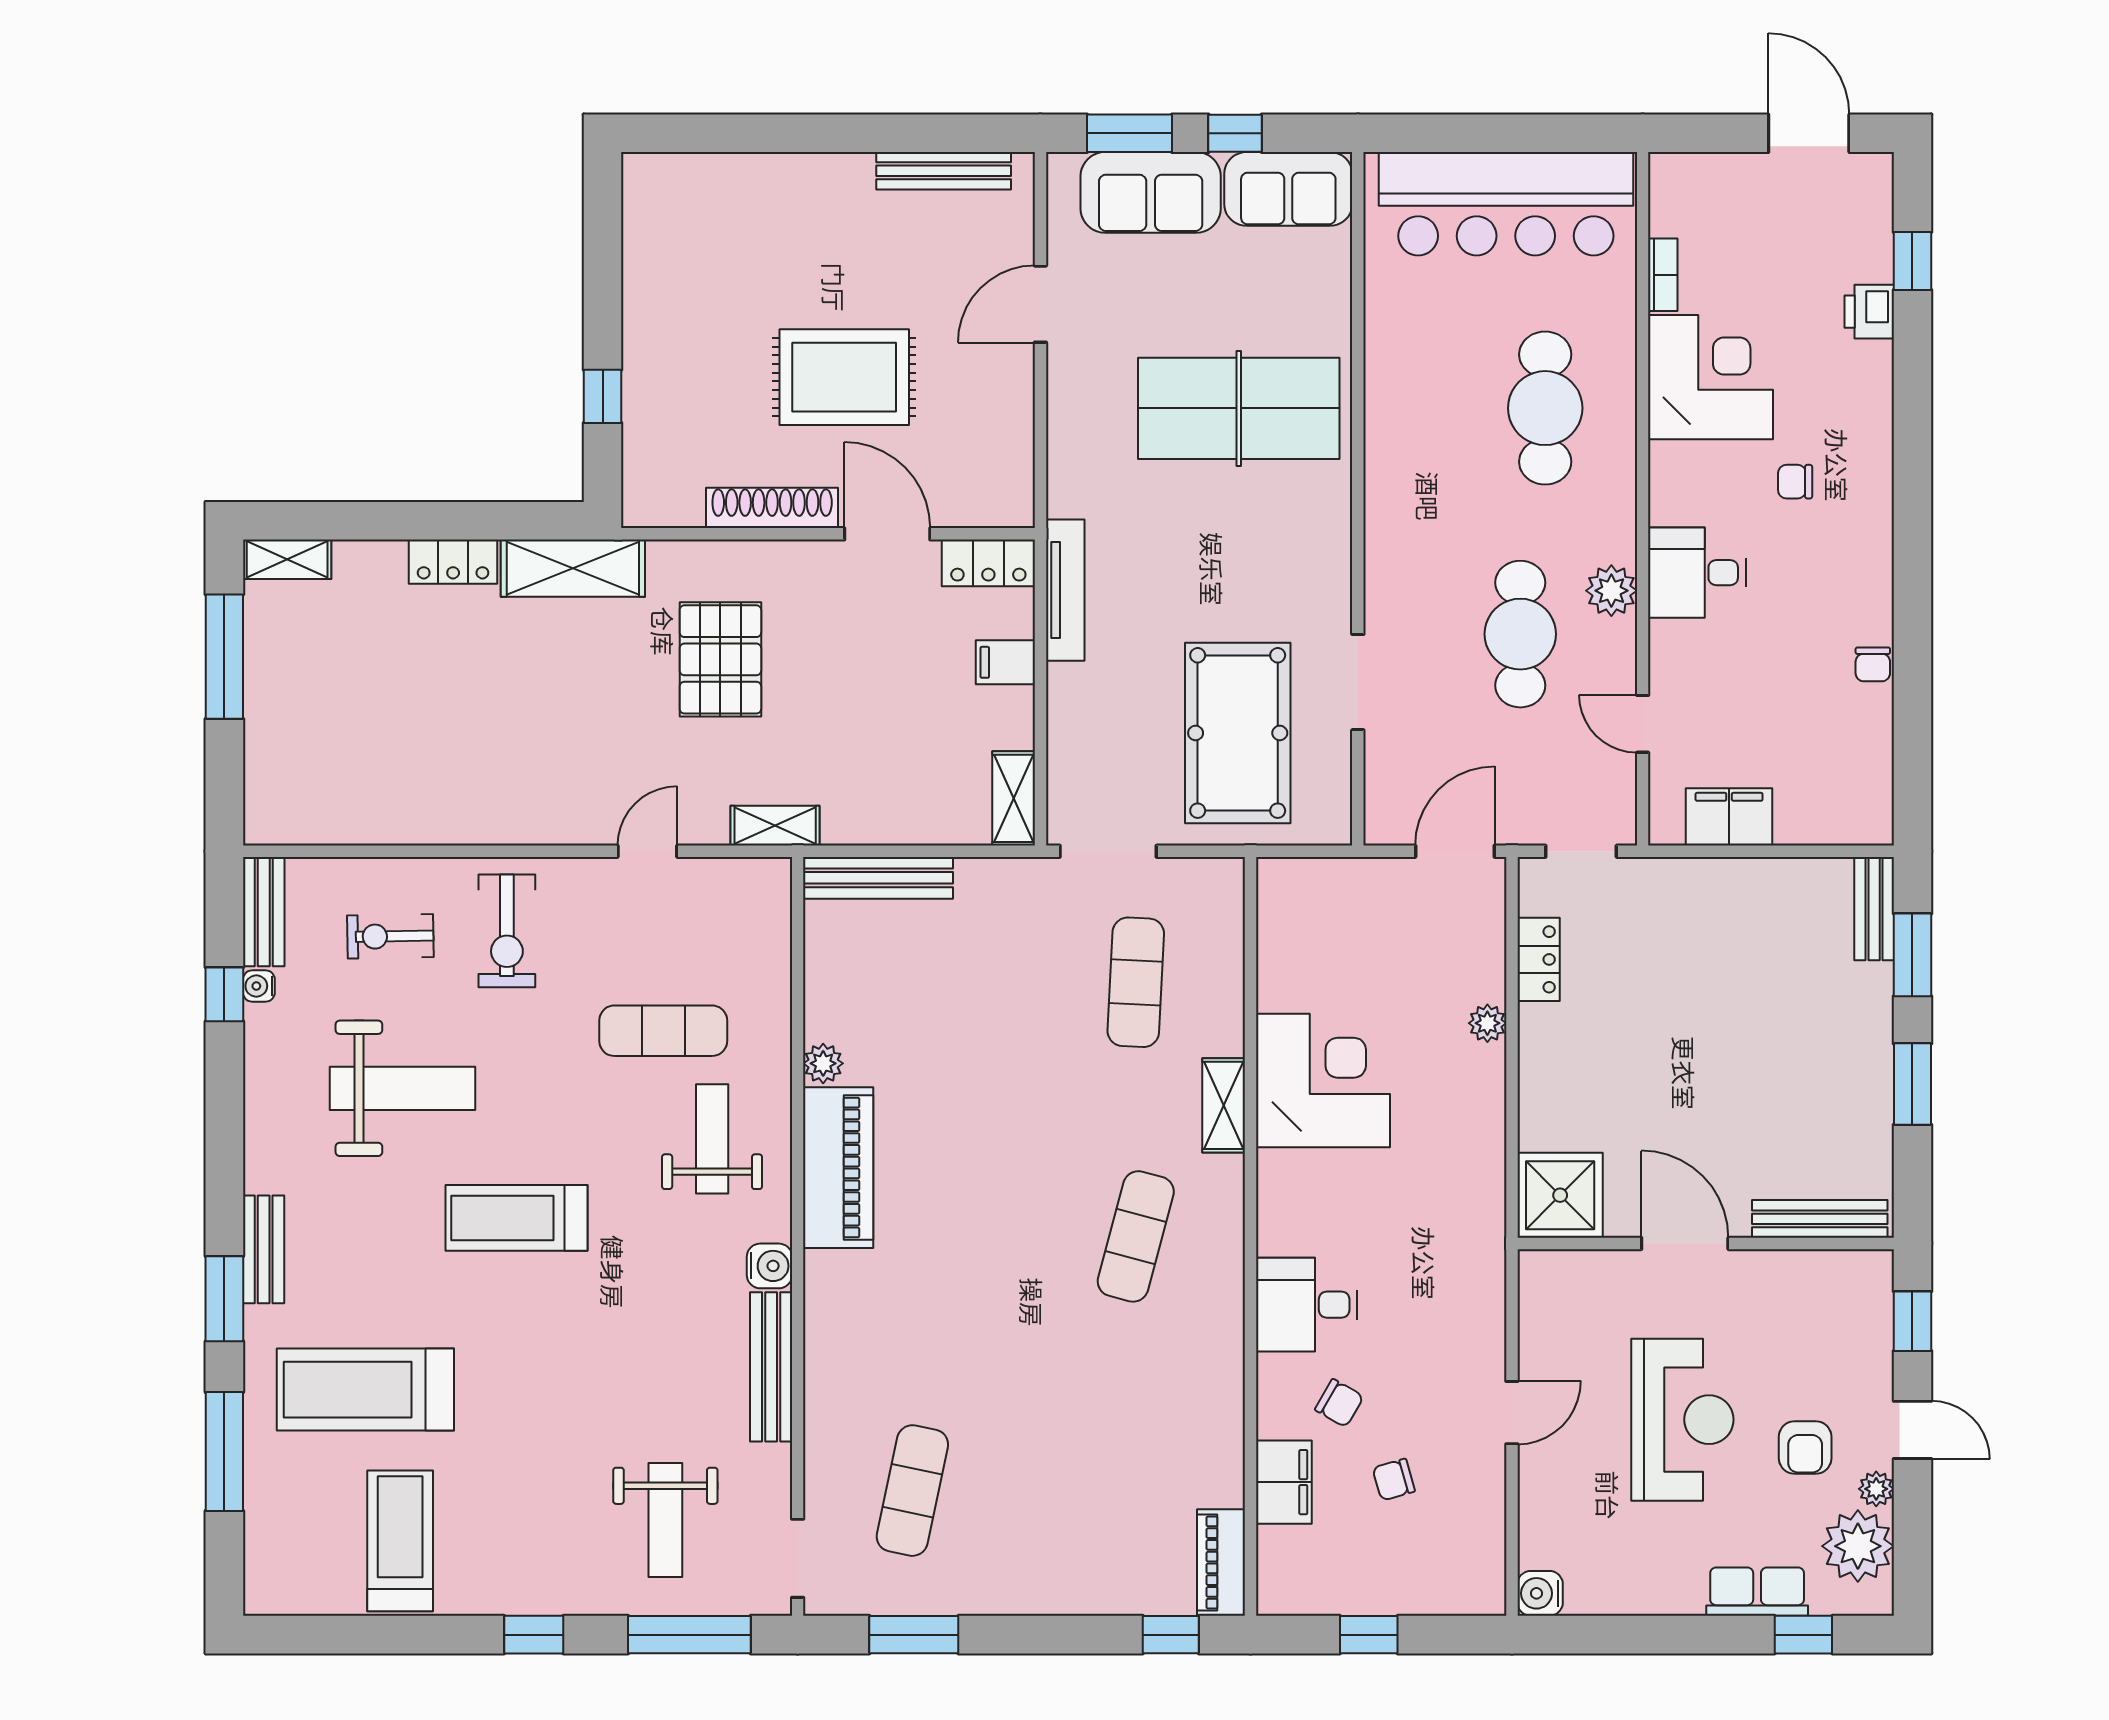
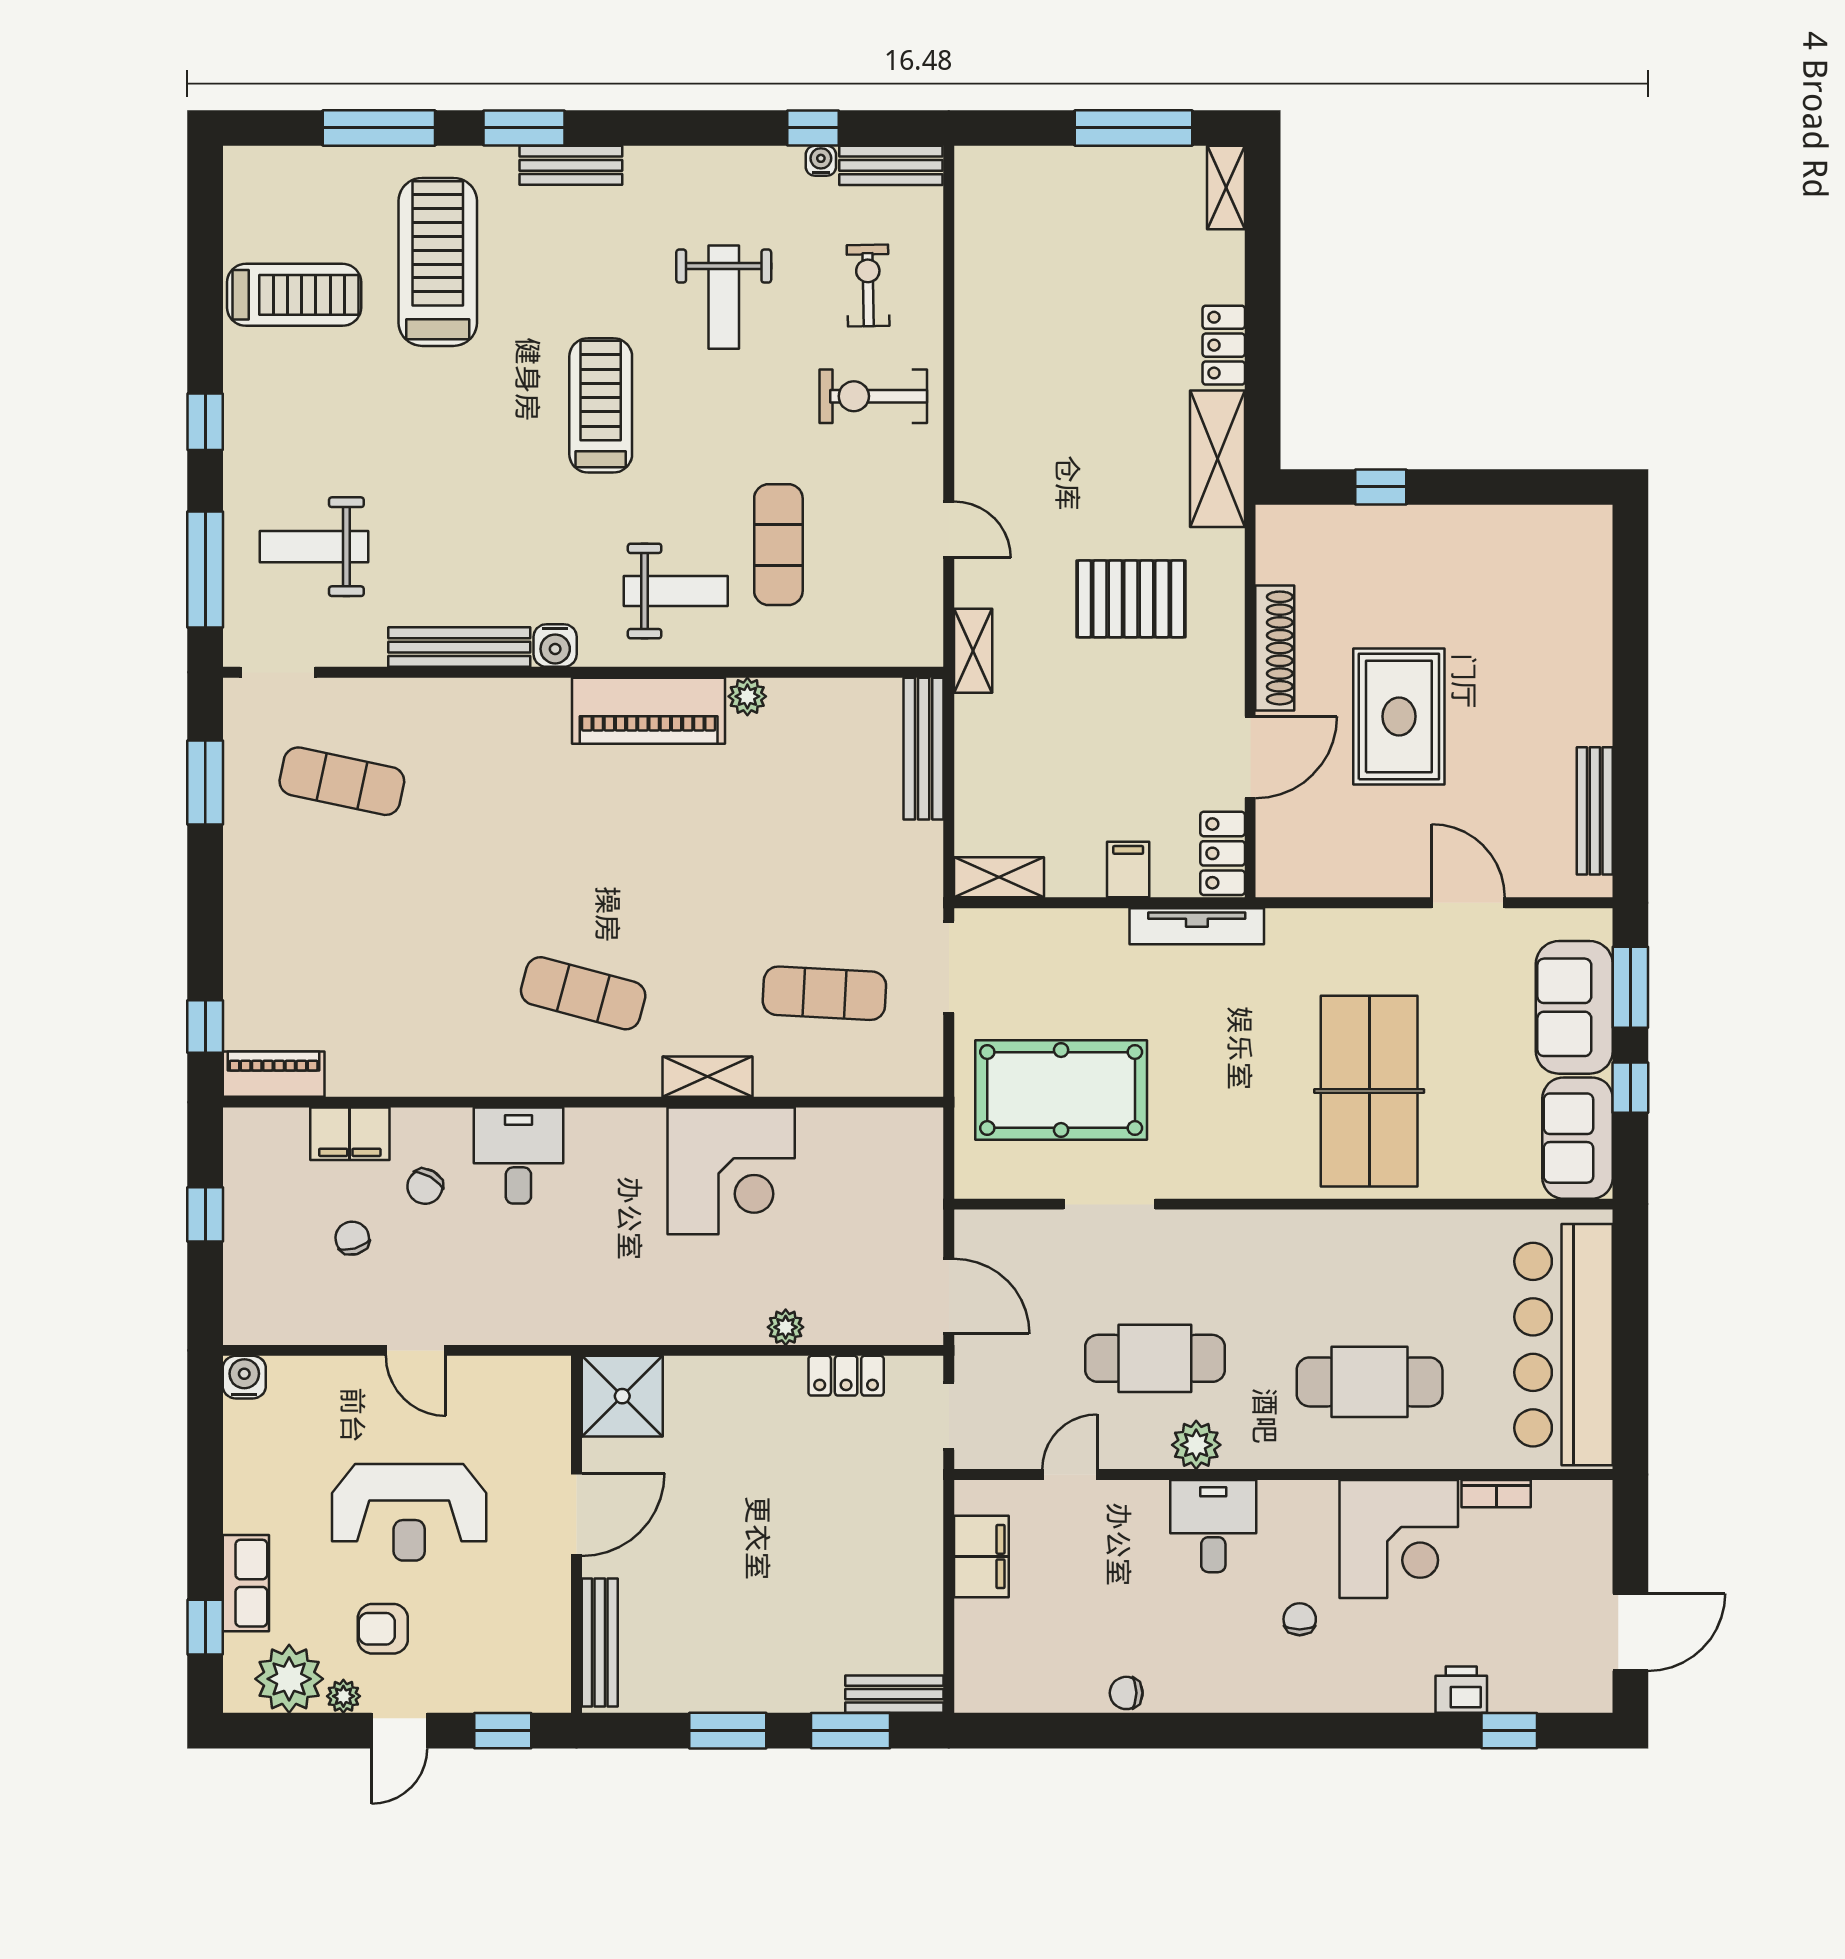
weight bench: (402, 1088) -> (724, 297), width x0.73, depth x0.75

